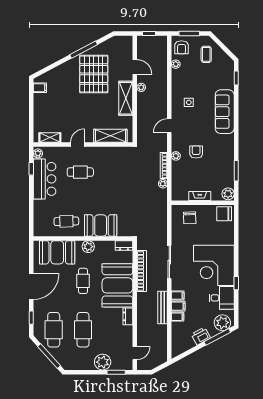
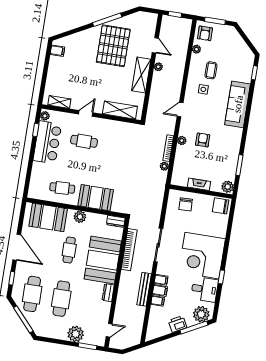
coffee table: (206, 54) -> (211, 70), moved
door: (31, 287) -> (17, 247), hinge flipped

